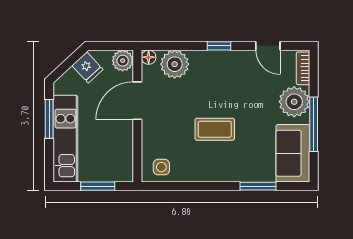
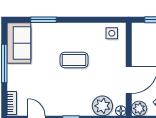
plant: (294, 102) -> (18, 79), removed

